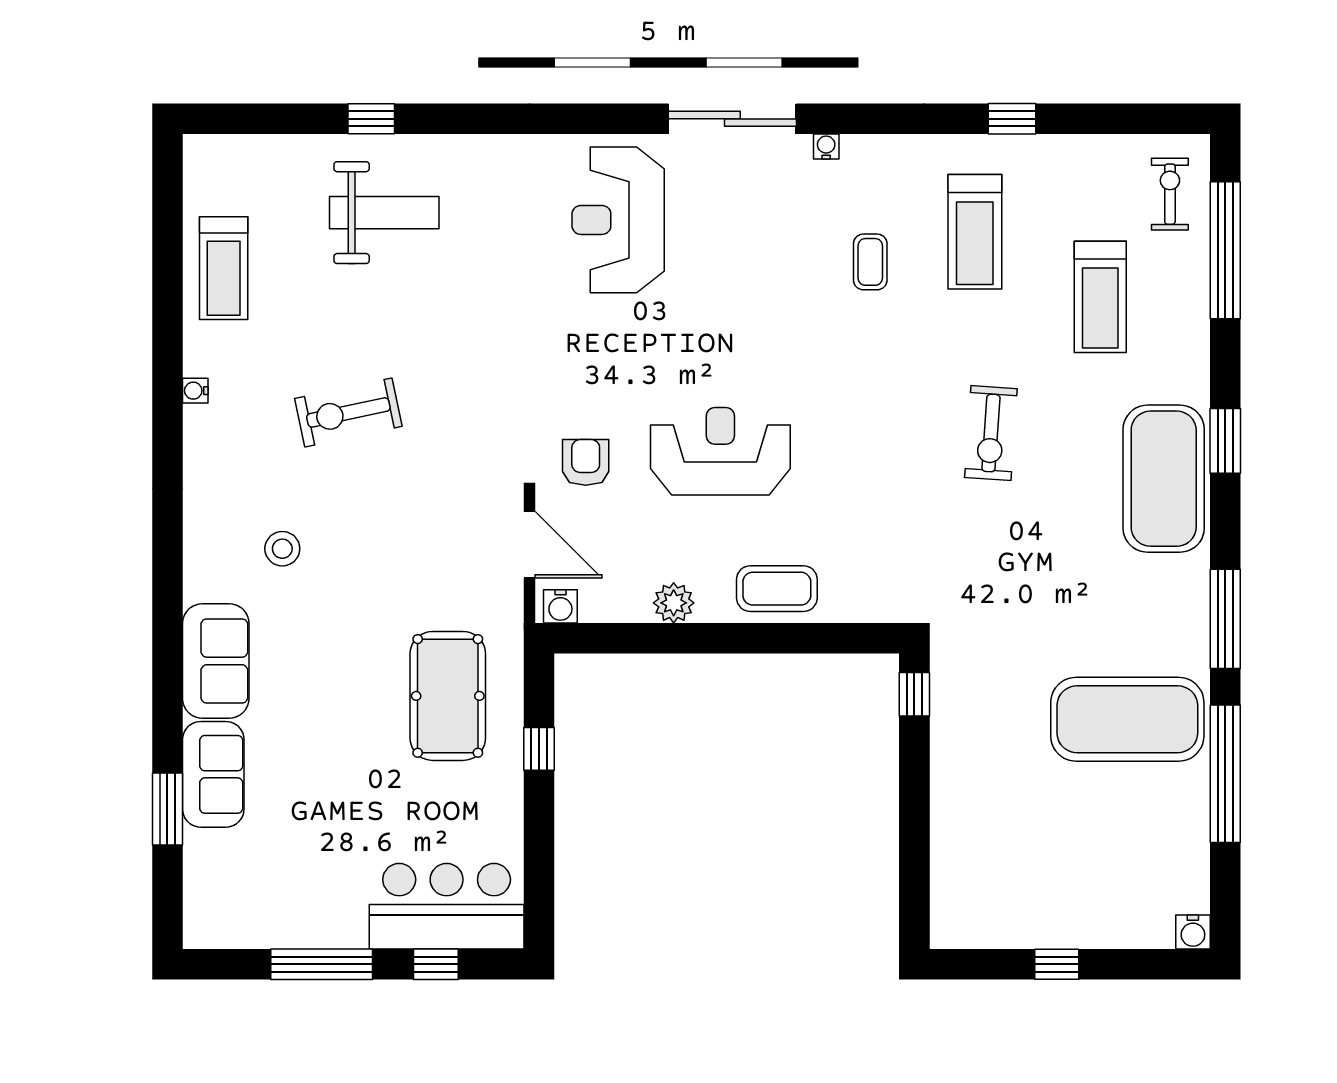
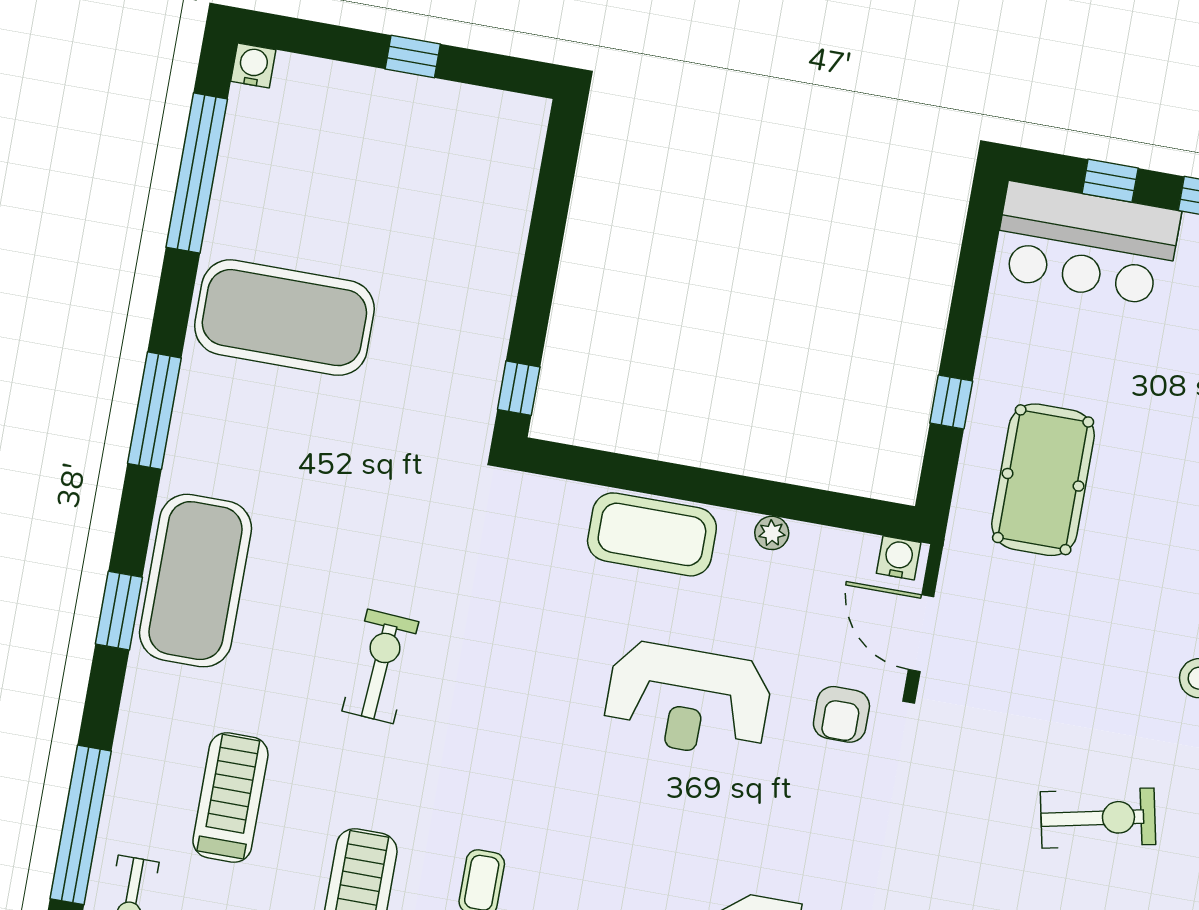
coffee table: (777, 589) -> (652, 534), width x1.36, depth x1.32
plant: (674, 603) -> (772, 533), width x0.73, depth x0.73
window: (1225, 774) -> (197, 173), moved

